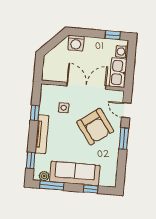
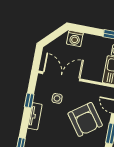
double door: (86, 86) -> (61, 76), moved
tv unit: (42, 134) -> (35, 116), width x0.71

